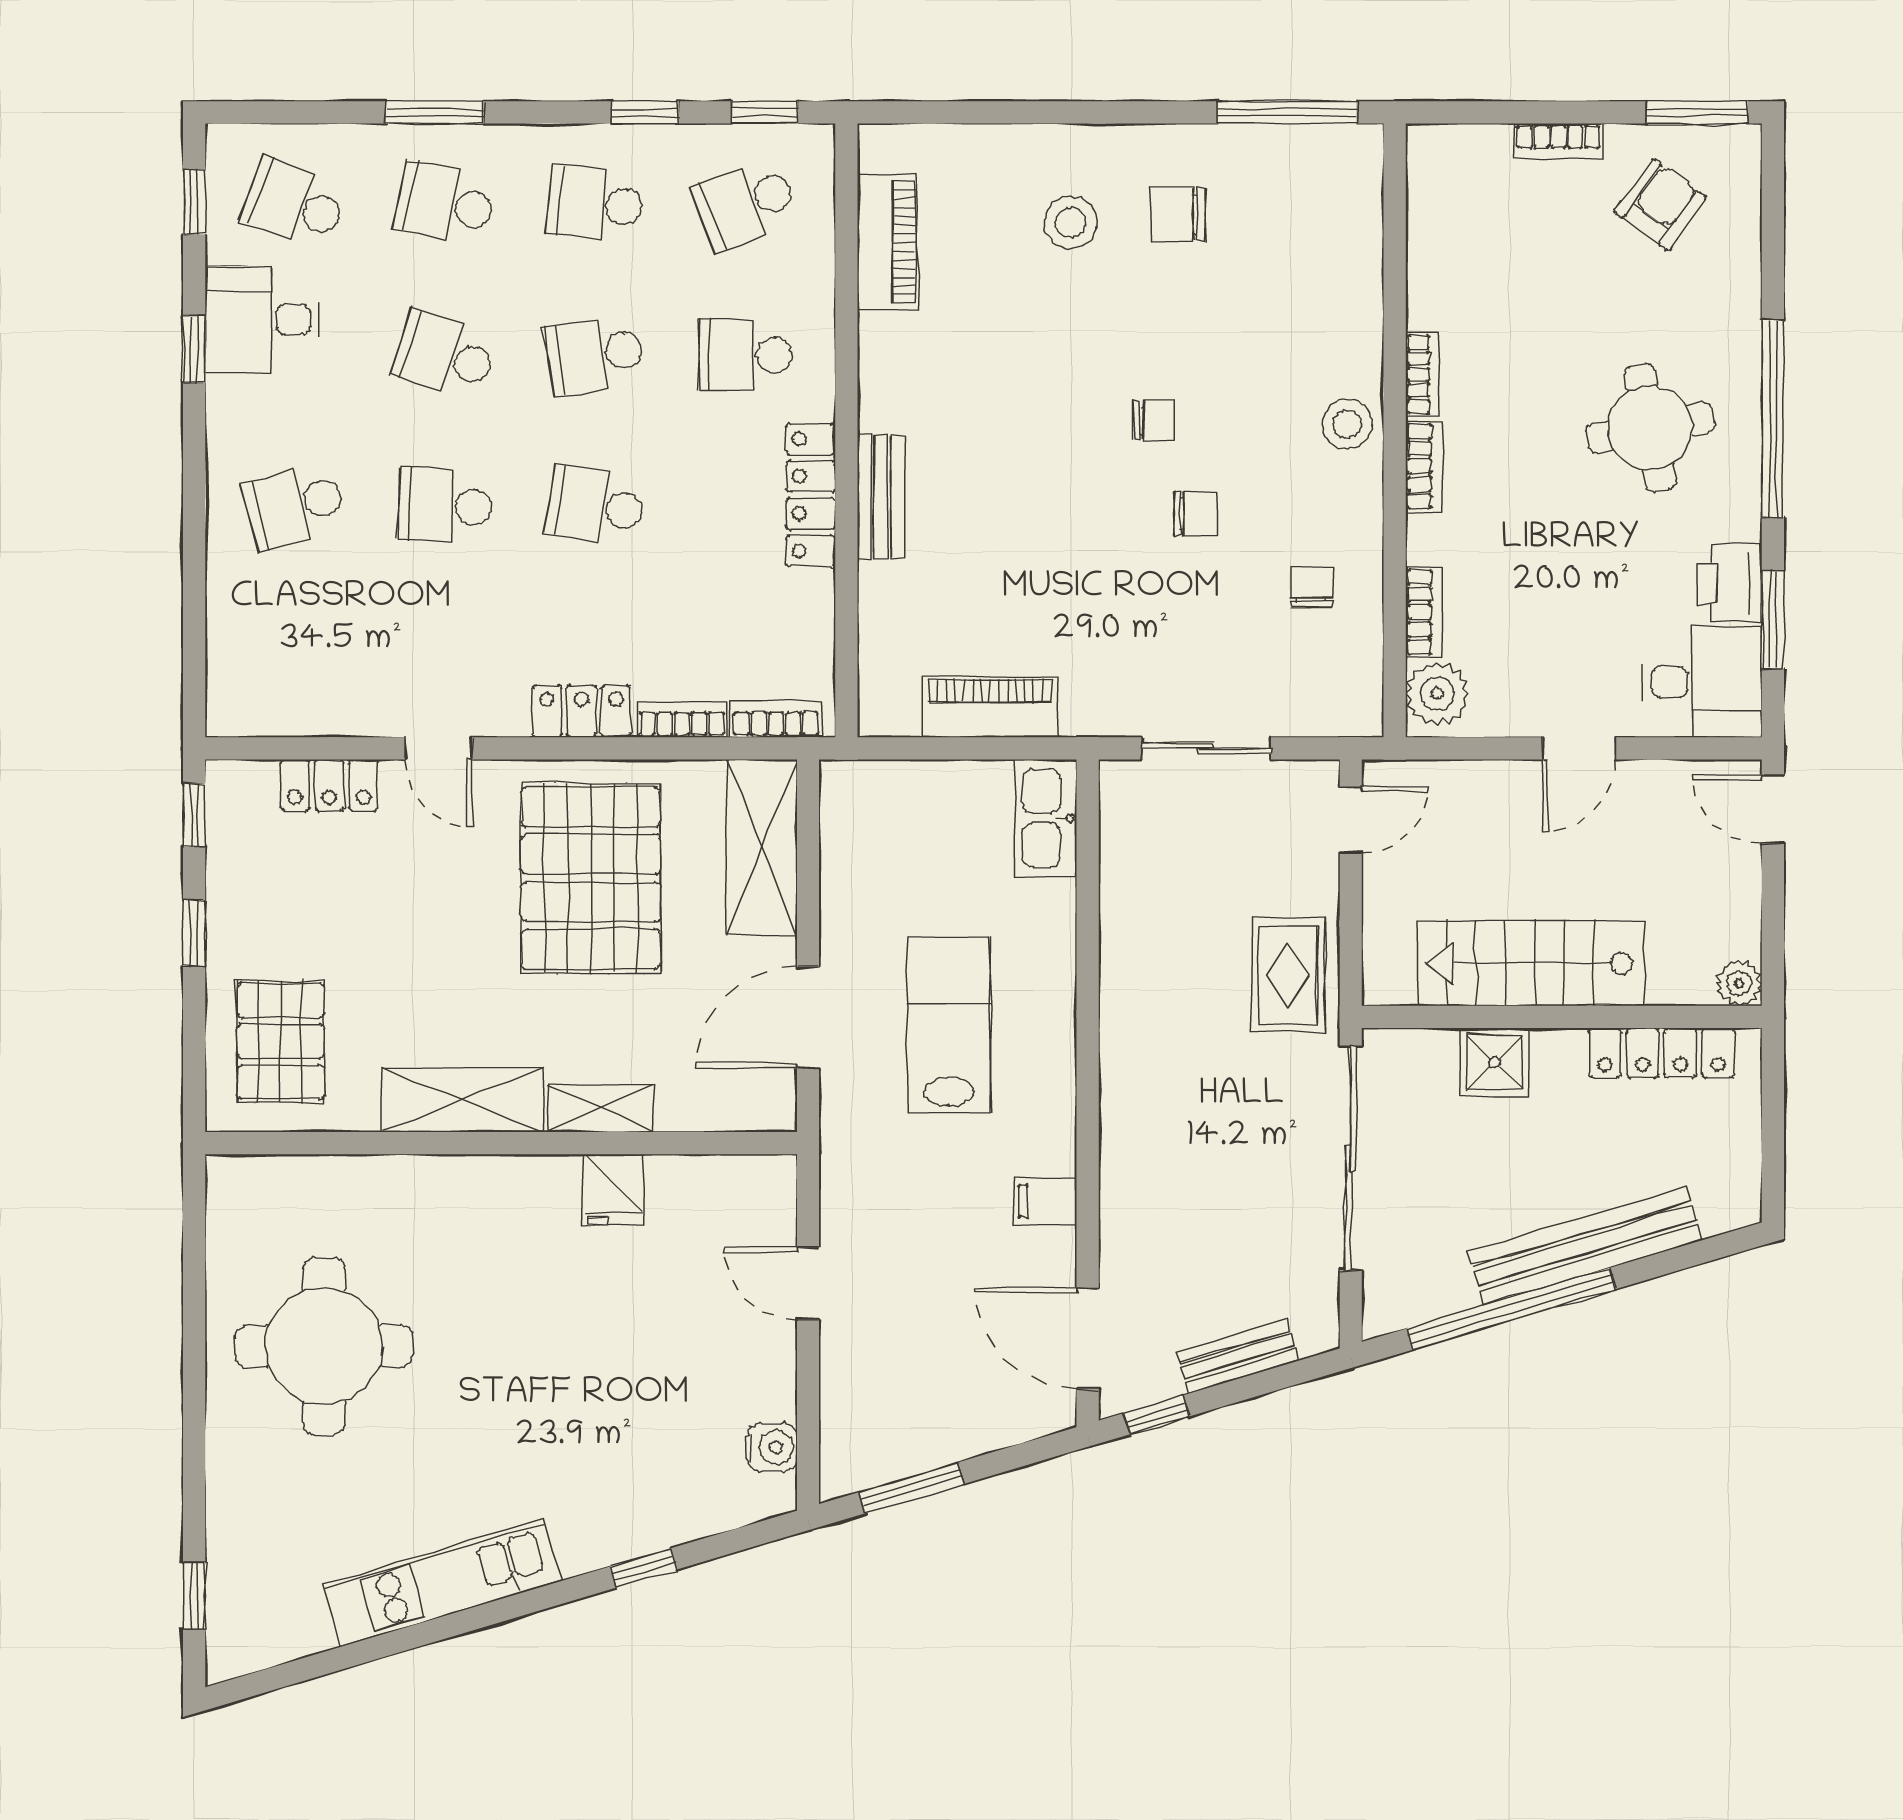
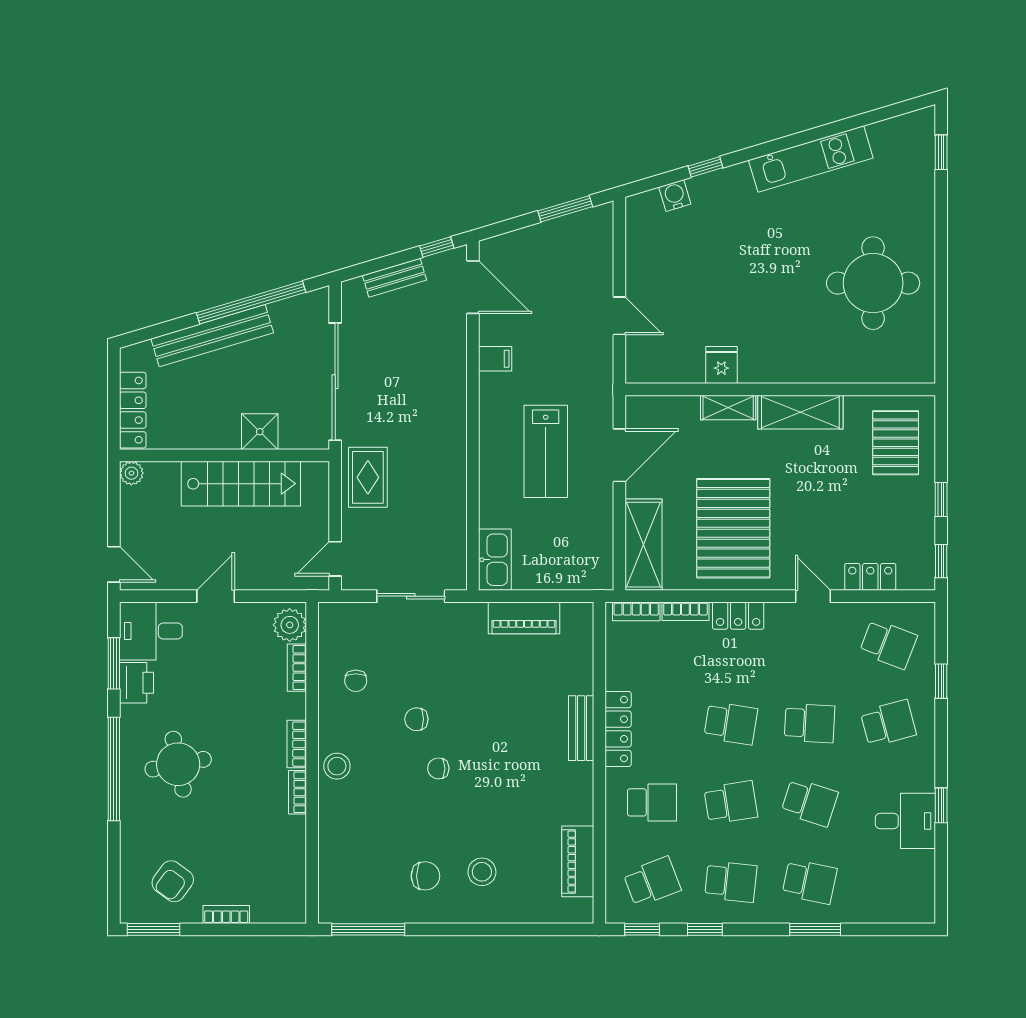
window: (194, 202) -> (941, 681), moved
school desk: (295, 204) -> (888, 644), moved
locker: (1662, 1053) -> (133, 410), moved, turned 90
water cooler: (772, 1447) -> (675, 196), moved, turned 73

